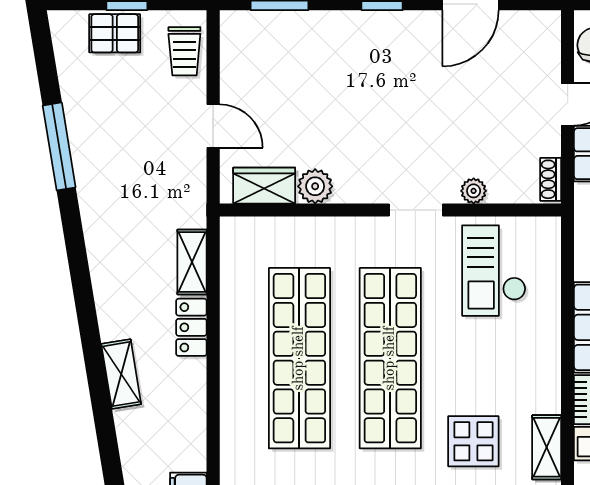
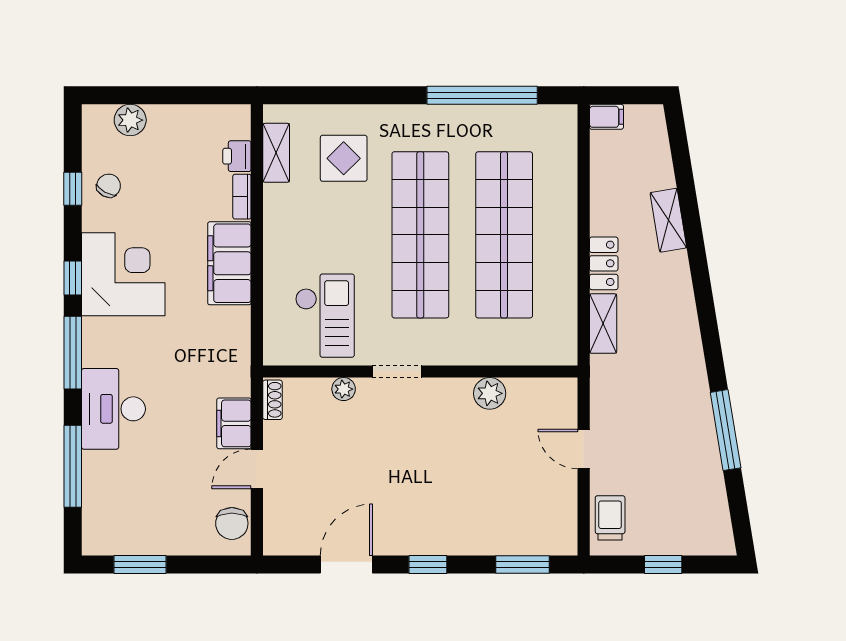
pallet: (115, 33) -> (674, 534), removed
wardrobe: (264, 186) -> (537, 394), removed

